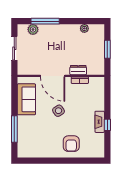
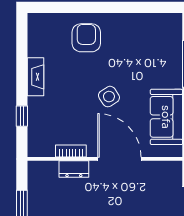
window: (107, 125) -> (22, 116), moved

